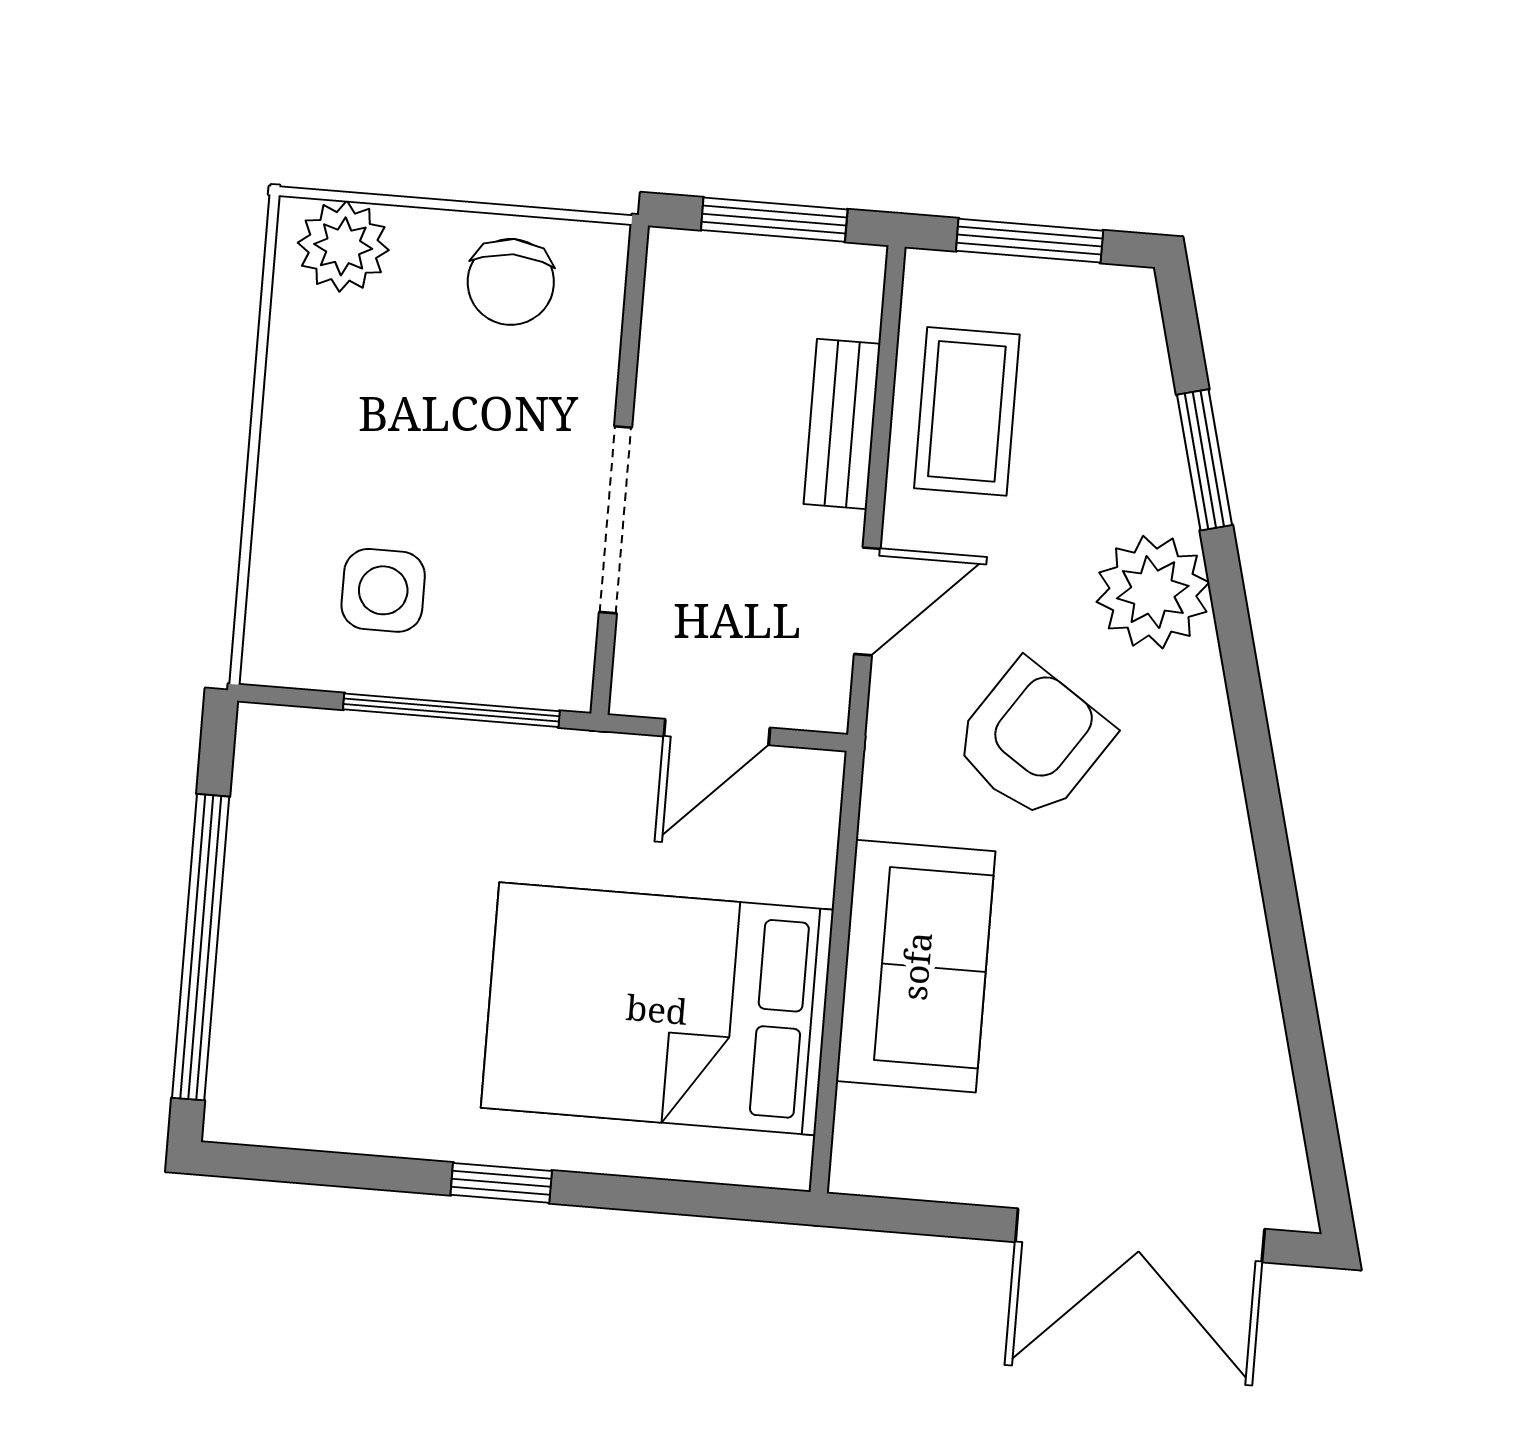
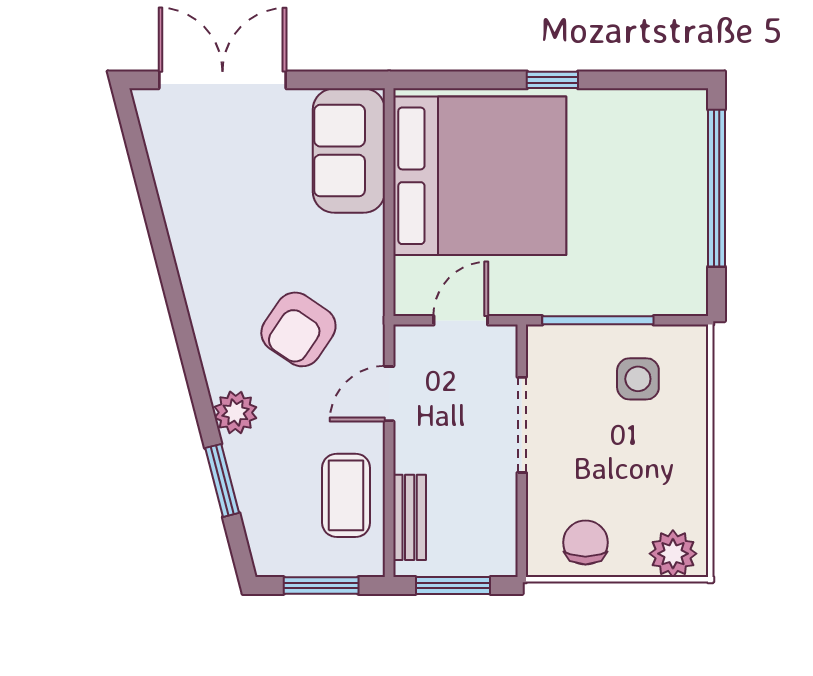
bench: (842, 424) -> (410, 517), moved
plant: (1153, 592) -> (235, 412), width x0.73, depth x0.73
sofa: (916, 966) -> (349, 151), moved
bed: (657, 1009) -> (480, 176), width x1.36

